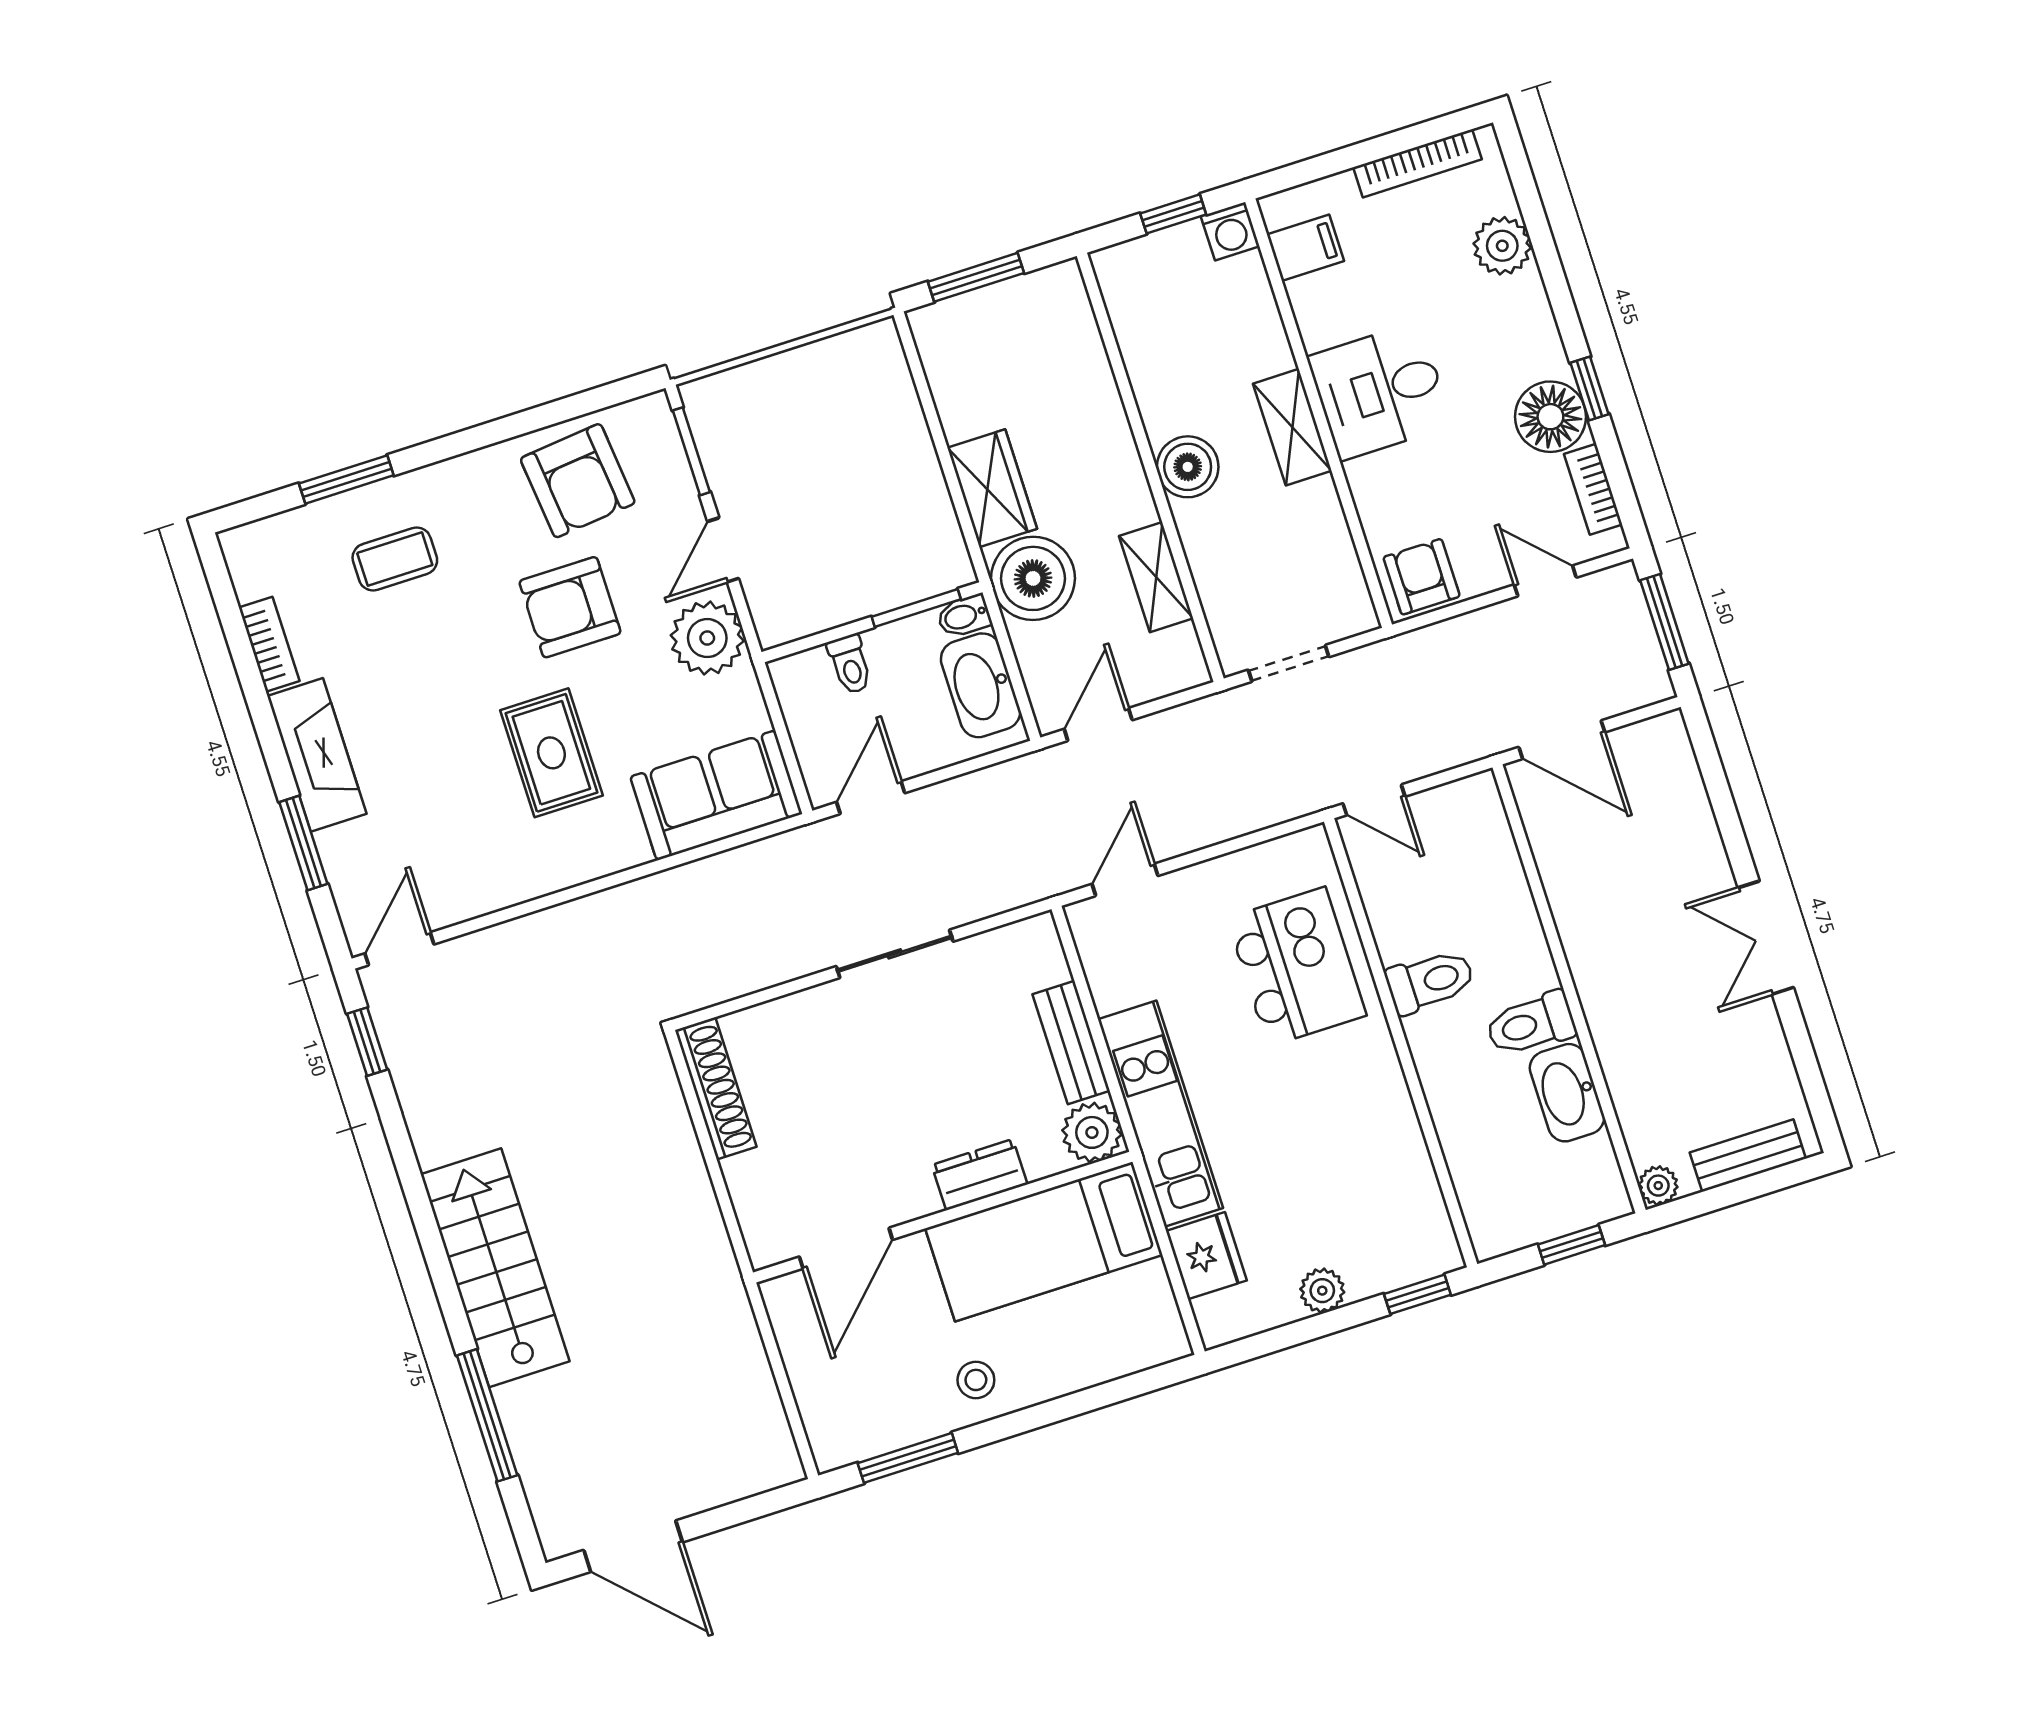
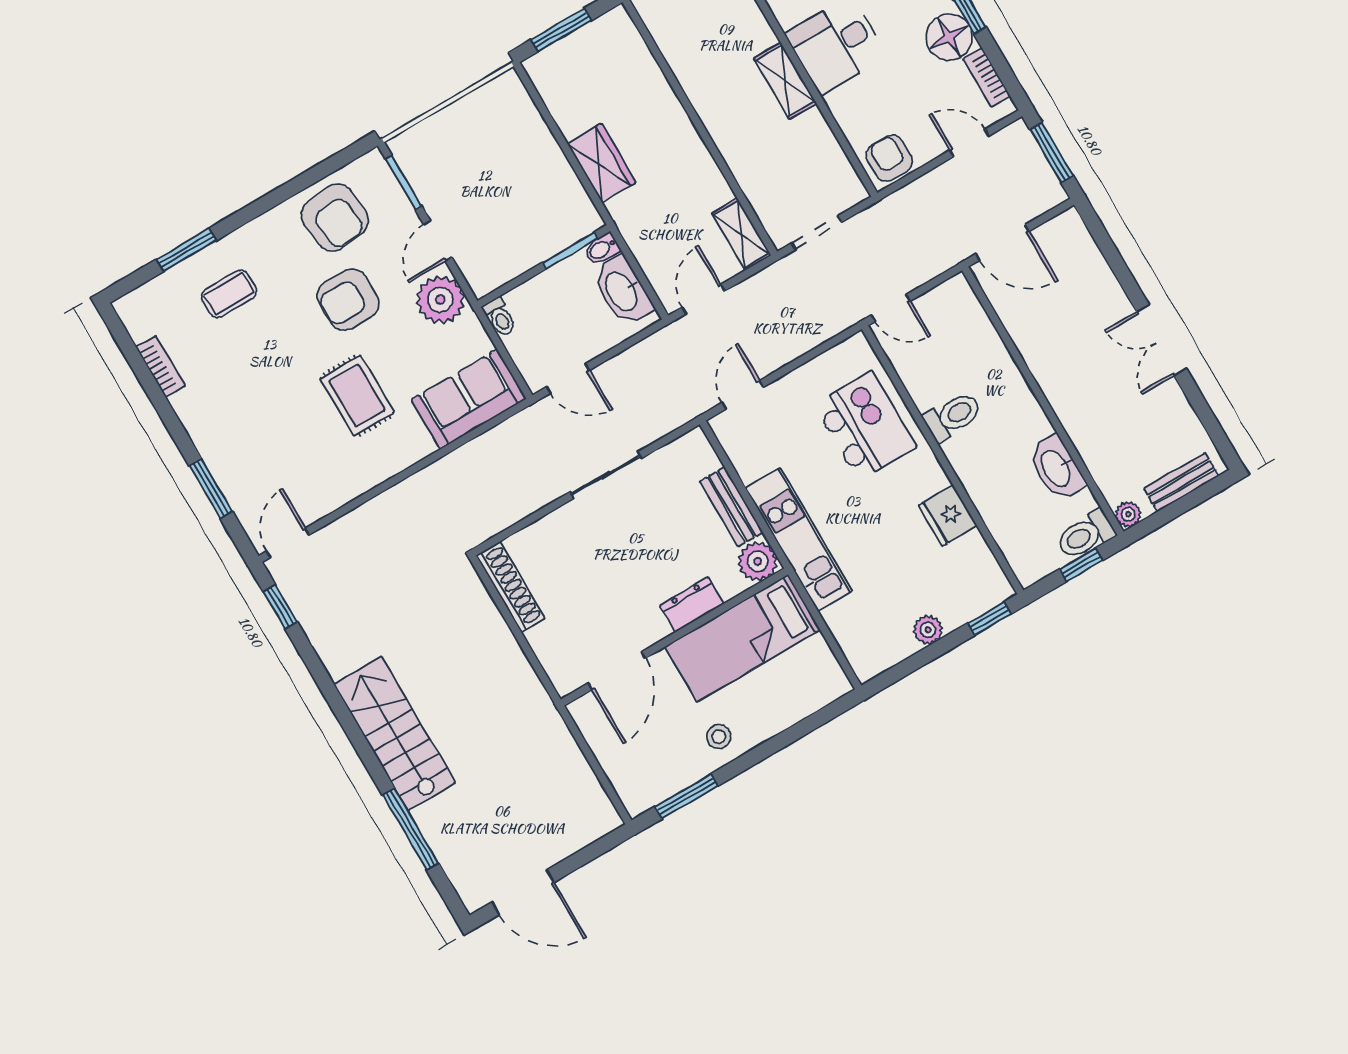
boiler: (1188, 467) -> (724, 121), removed
shelving: (1156, 577) -> (741, 234), moved
boiler: (1033, 578) -> (641, 215), removed
toilet: (850, 664) -> (500, 317), moved
fireplace: (317, 755) -> (207, 430), removed
door: (871, 798) -> (568, 379), swing flipped
toilet: (1531, 1024) -> (1085, 535), moved
fridge: (1206, 1256) -> (948, 516), moved, turned 180

